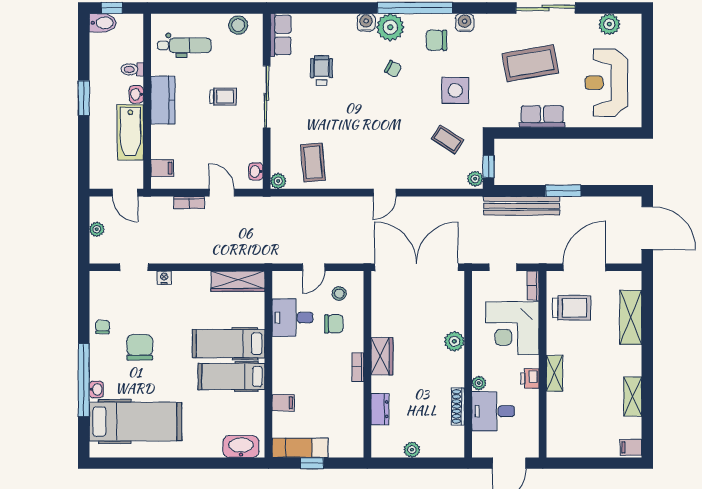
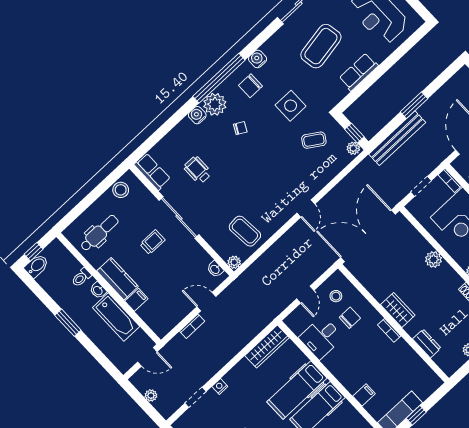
filing cabinet: (162, 168) -> (136, 300), moved

